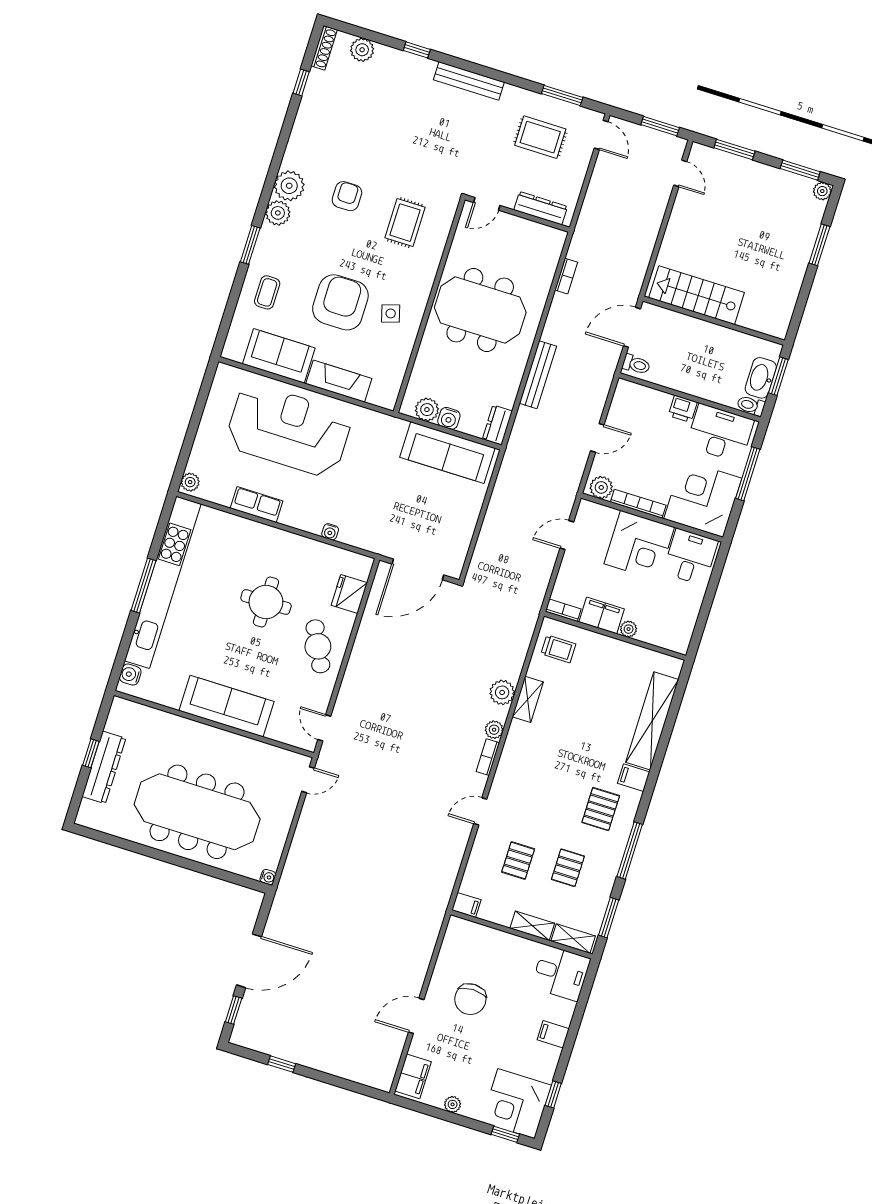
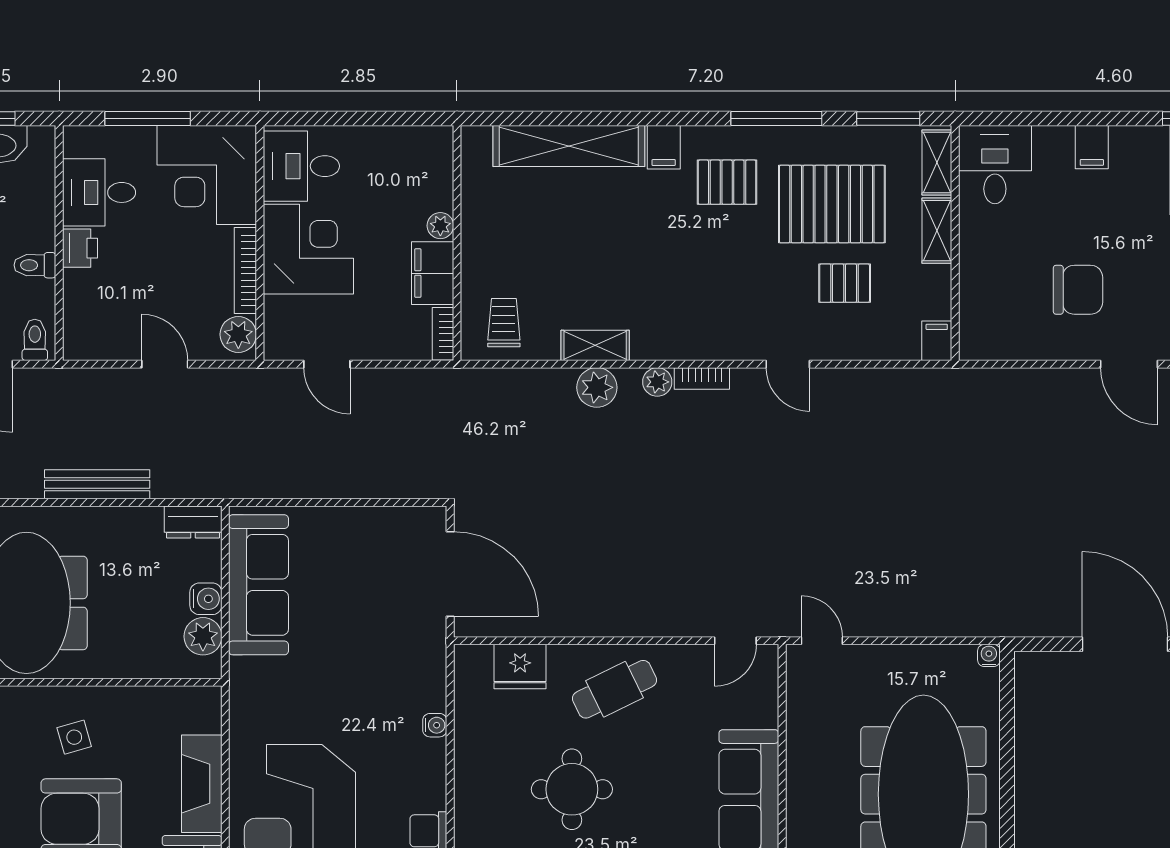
toilet: (751, 406) -> (35, 265), moved, turned 90
desk: (720, 433) -> (99, 192), width x0.73
pallet: (568, 868) -> (832, 204), width x2.05, depth x2.00

